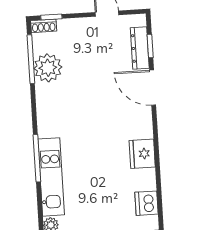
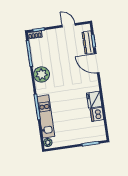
plant: (48, 68) -> (42, 74), moved
dishwasher: (146, 203) -> (97, 114), moved

